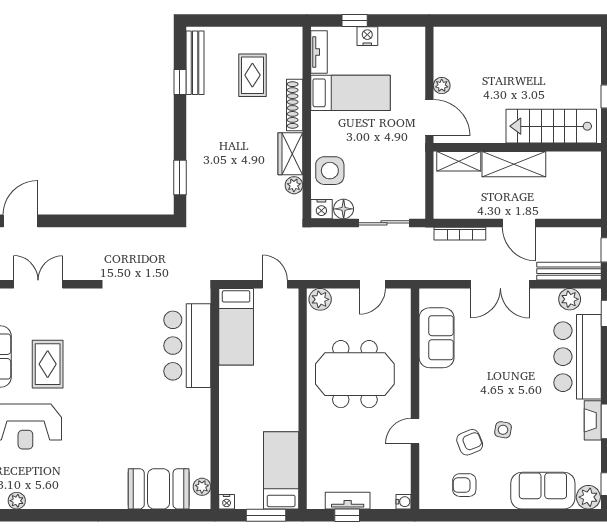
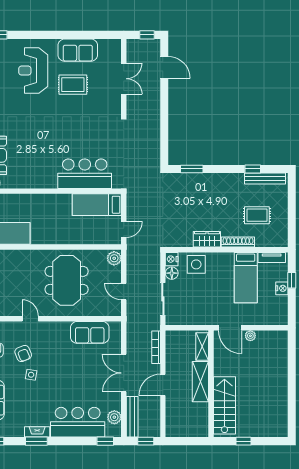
door: (429, 118) -> (230, 328), hinge flipped
plant: (294, 185) -> (187, 242), removed

